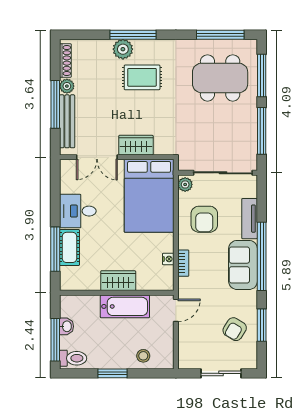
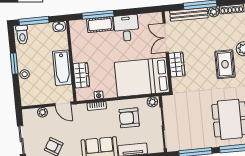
wardrobe: (118, 281) -> (81, 75), moved
washbasin: (67, 326) -> (59, 26), moved
plant: (185, 340) -> (42, 112), added
stool: (143, 356) -> (25, 74), moved

